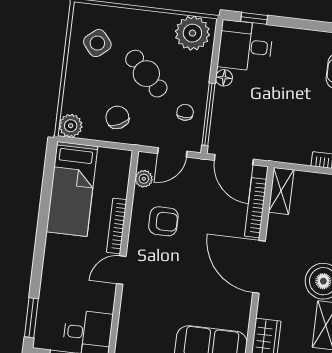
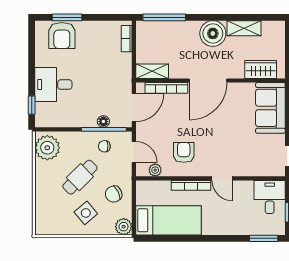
side table: (97, 43) -> (86, 213), moved
desk: (245, 46) -> (53, 85), moved, turned 90
floor lamp: (224, 78) -> (103, 122), moved

